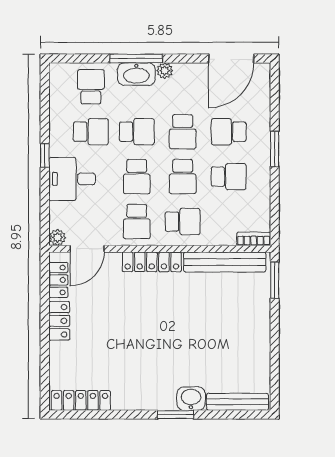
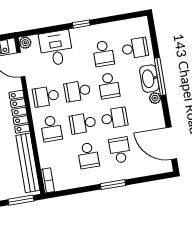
school desk: (183, 132) -> (114, 118), turned 180
desk: (72, 179) -> (56, 48), moved

